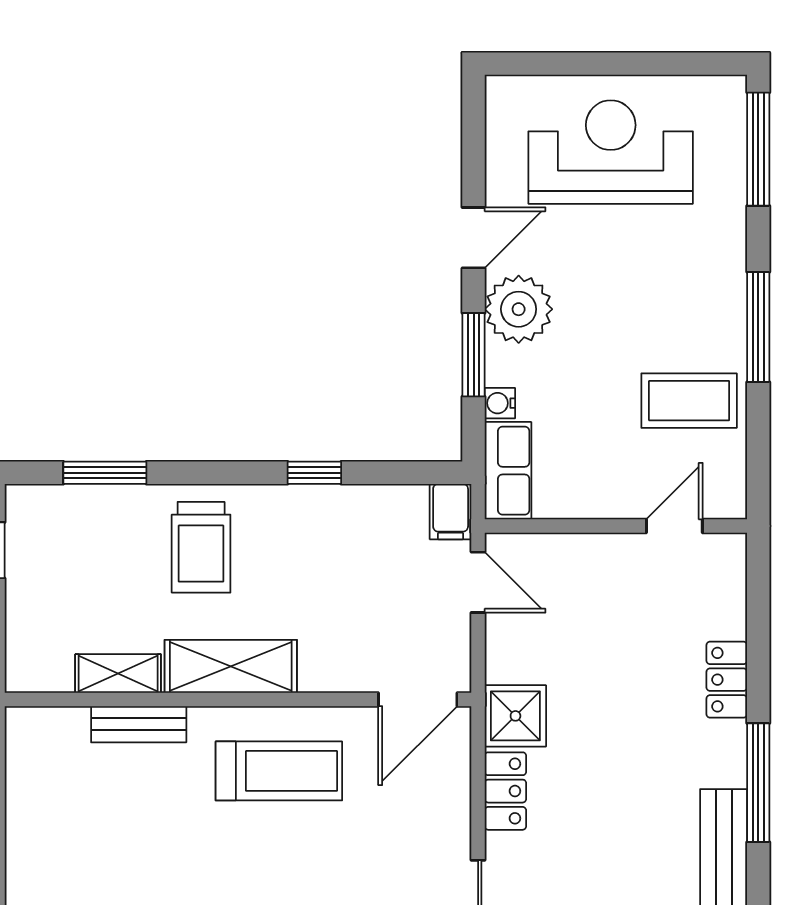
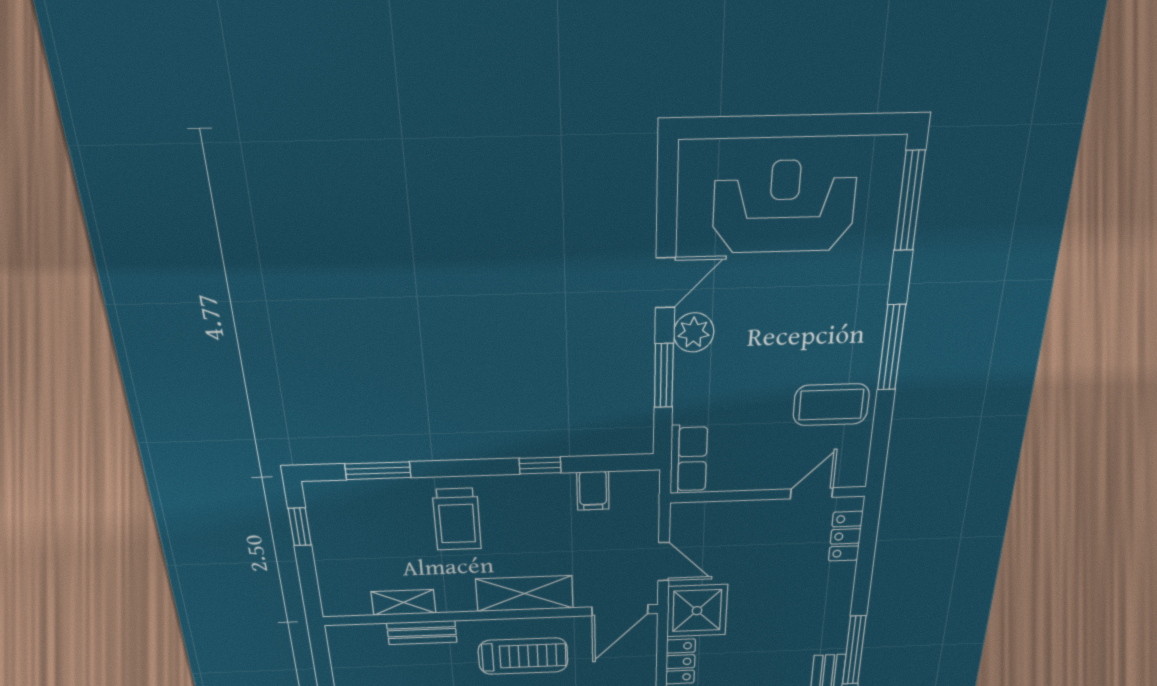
plant: (519, 309) -> (694, 332), width x0.73, depth x0.73
water cooler: (500, 403) -> (684, 411), removed
filing cabinet: (451, 512) -> (593, 491), moved
door: (478, 582) -> (664, 562), moved
shelving: (231, 666) -> (525, 594), moved
locker: (727, 680) -> (846, 536), moved
shower: (515, 716) -> (697, 611), width x1.36, depth x1.36

